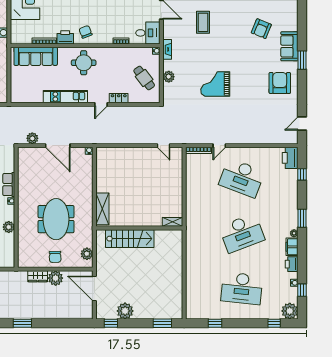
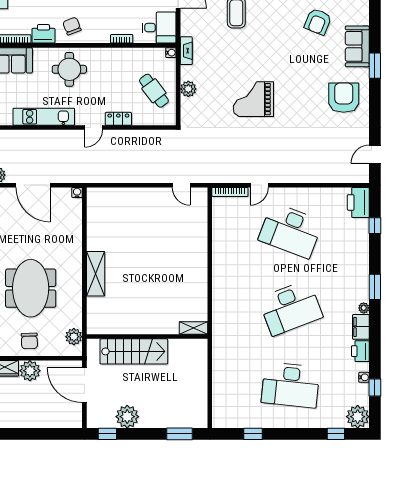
shelving: (172, 222) -> (193, 328), moved
wall: (139, 228) -> (147, 337), moved
stairs: (130, 239) -> (134, 351), moved

